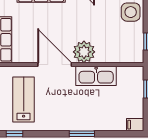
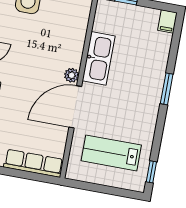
plant: (84, 52) -> (72, 75), width x0.53, depth x0.53

